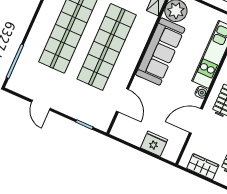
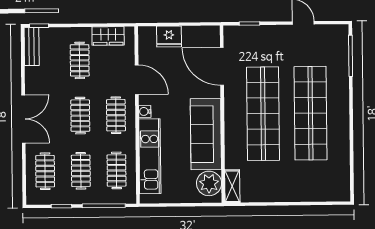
door: (122, 100) -> (222, 66), width x1.36
door: (196, 121) -> (137, 80), hinge flipped

